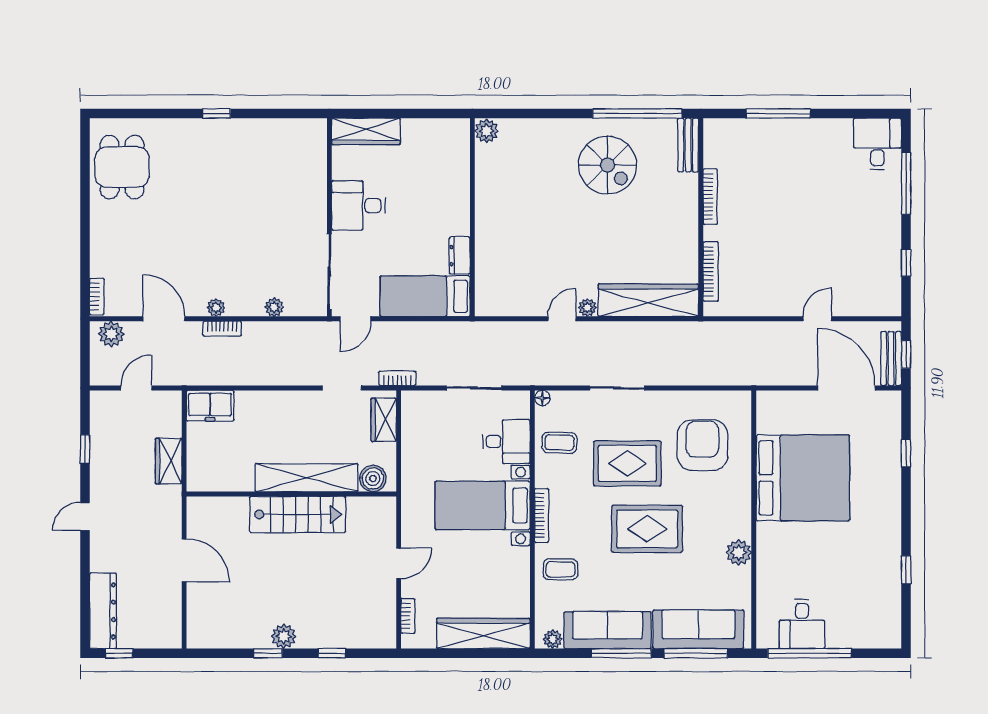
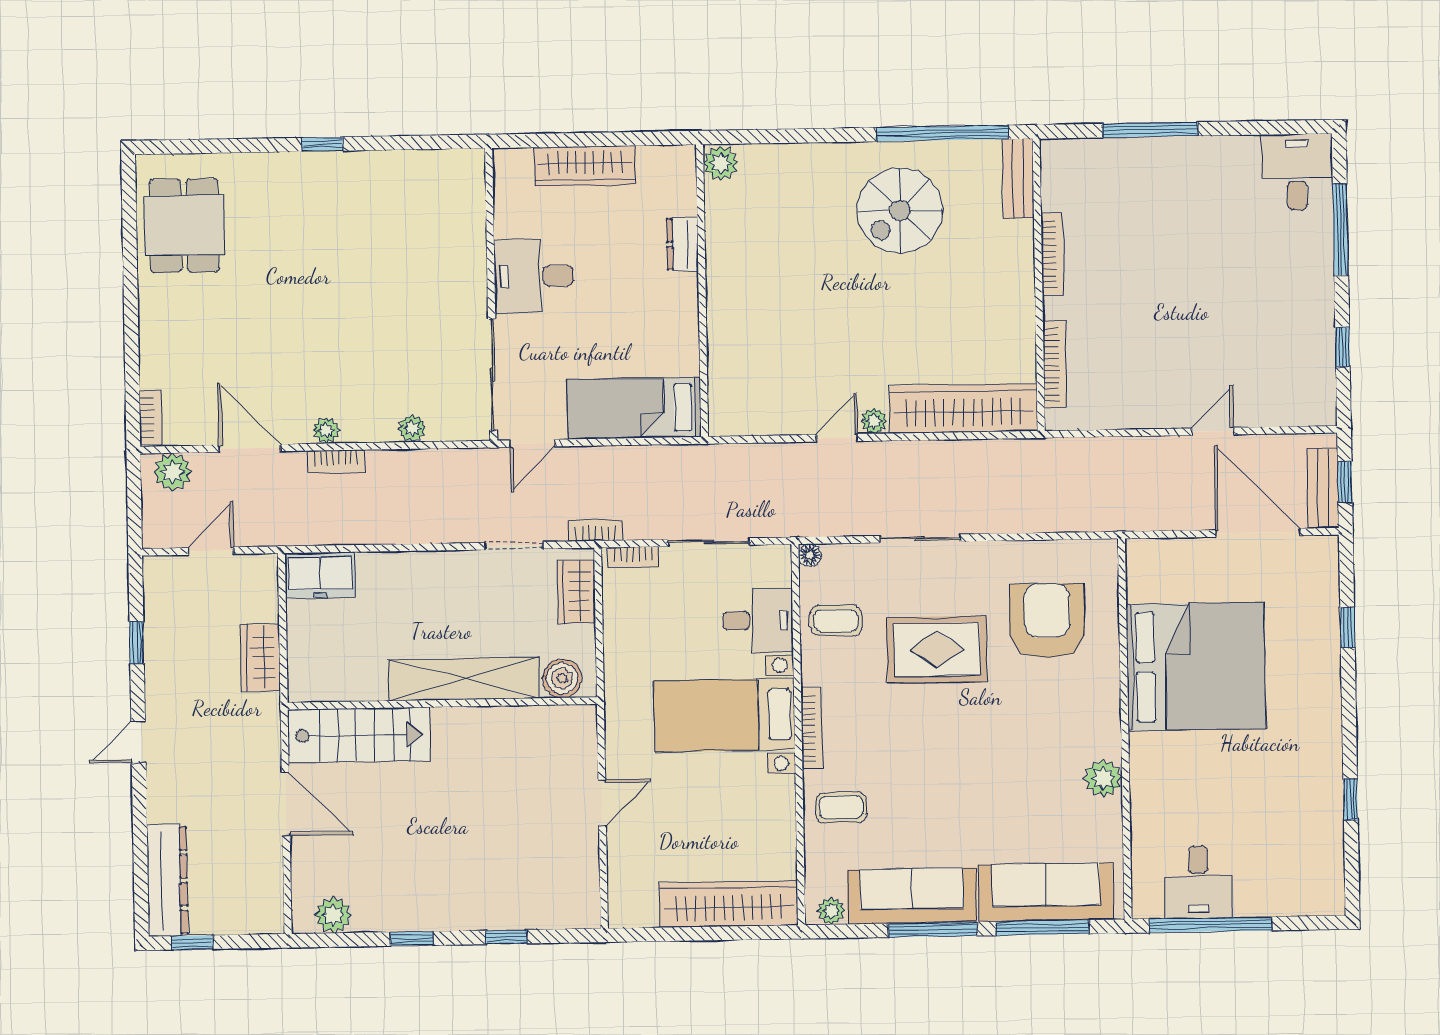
wardrobe: (366, 131) -> (585, 166), moved
spiral stairs: (607, 165) -> (900, 210), turned 90
dresser: (460, 256) -> (682, 244), moved
stairs: (298, 514) -> (359, 735), moved
rug: (647, 529) -> (968, 746), removed
bookcase: (408, 616) -> (633, 557), moved, turned 90
plant: (284, 636) -> (333, 915), moved

